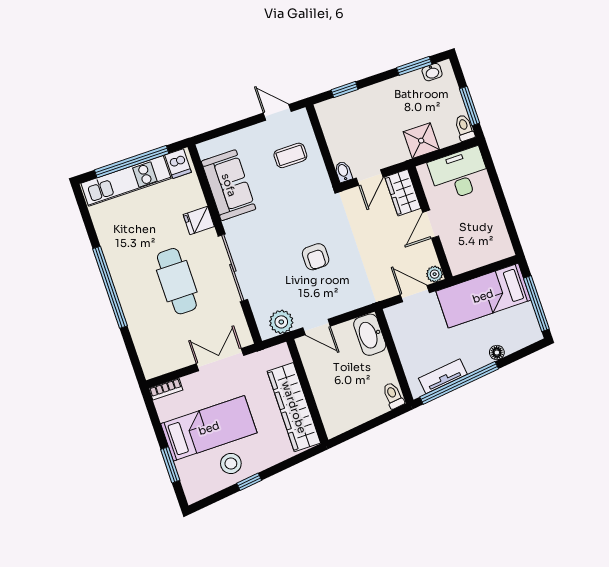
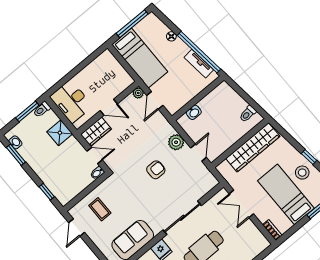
plant: (281, 322) -> (176, 142), moved
washbasin: (370, 335) -> (194, 112), width x0.52, depth x0.69
toilet: (393, 395) -> (248, 114), moved

